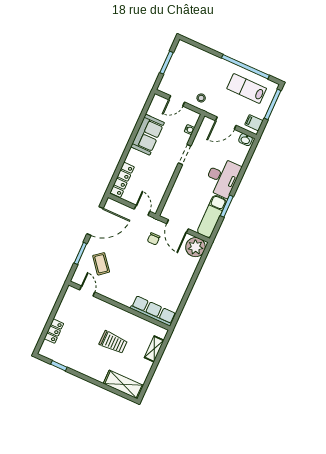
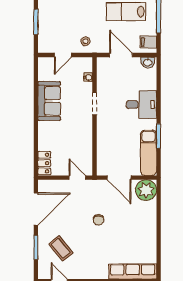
door: (226, 123) -> (121, 55), swing flipped
desk: (222, 177) -> (141, 105), width x0.73
locker: (122, 180) -> (44, 163), width x0.66
chair: (154, 239) -> (99, 220), moved

